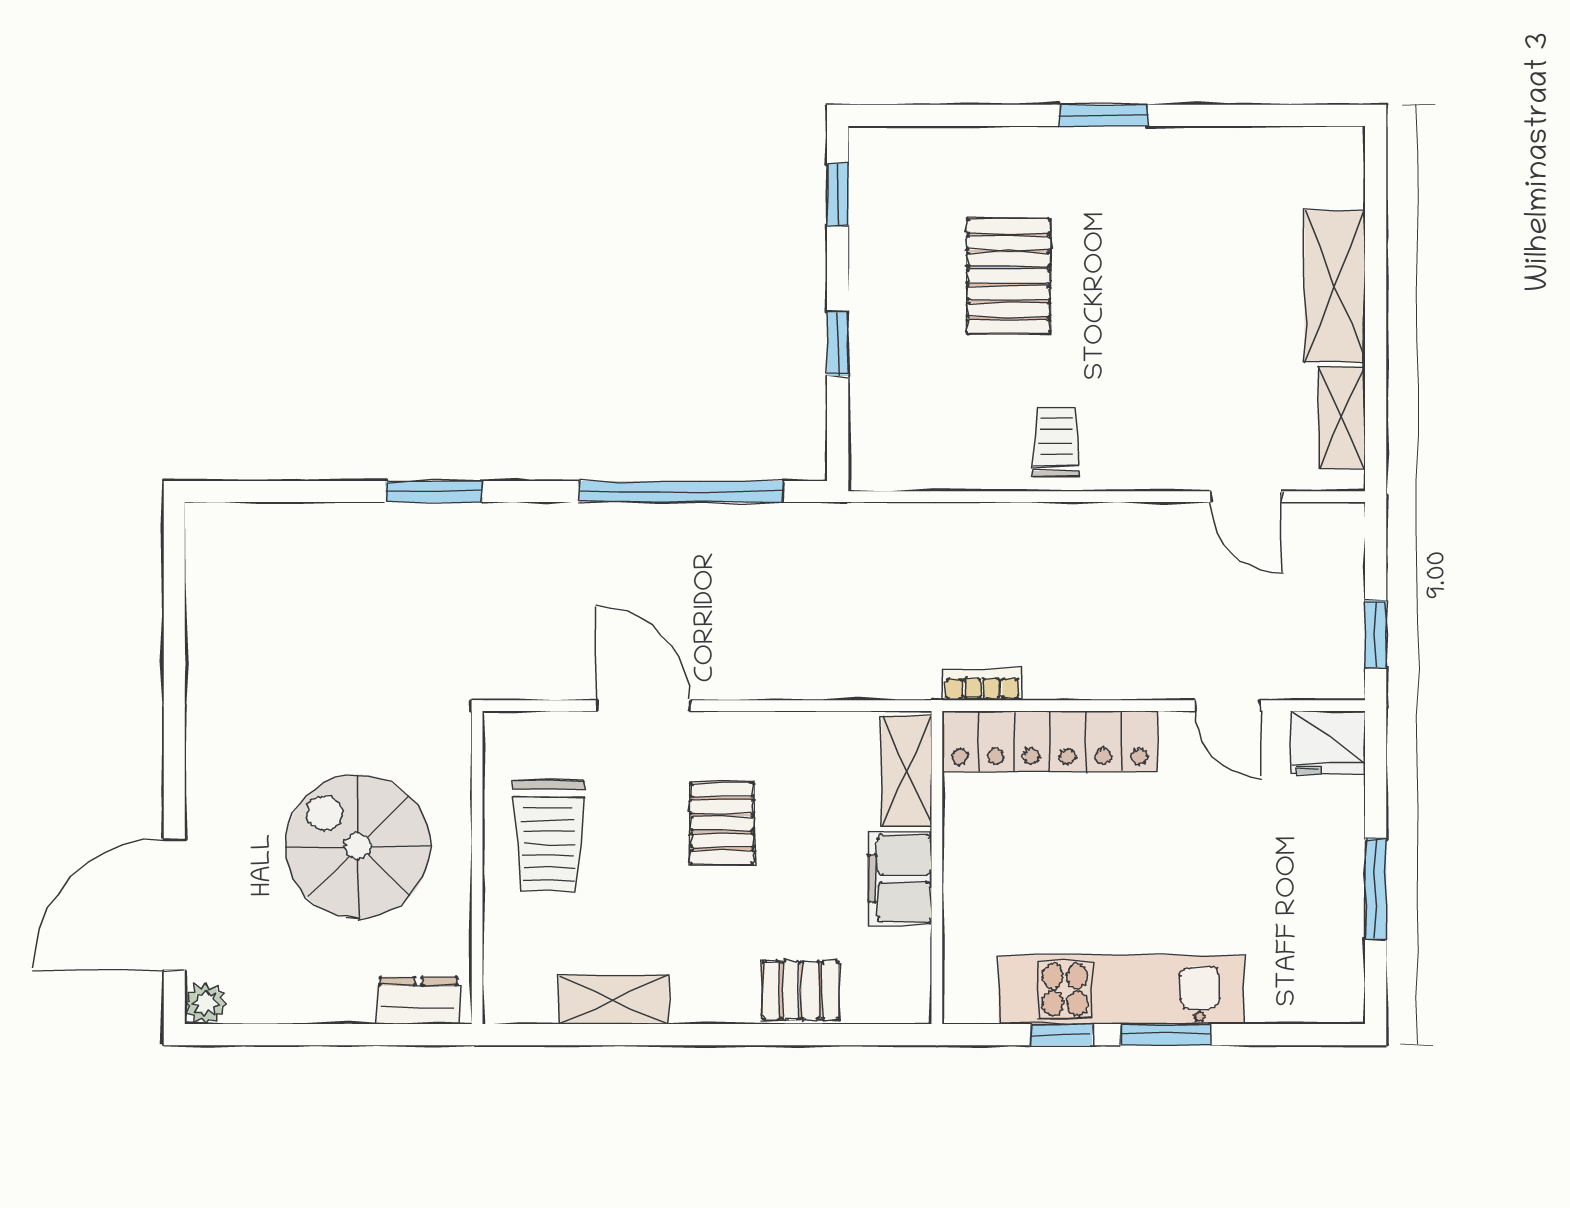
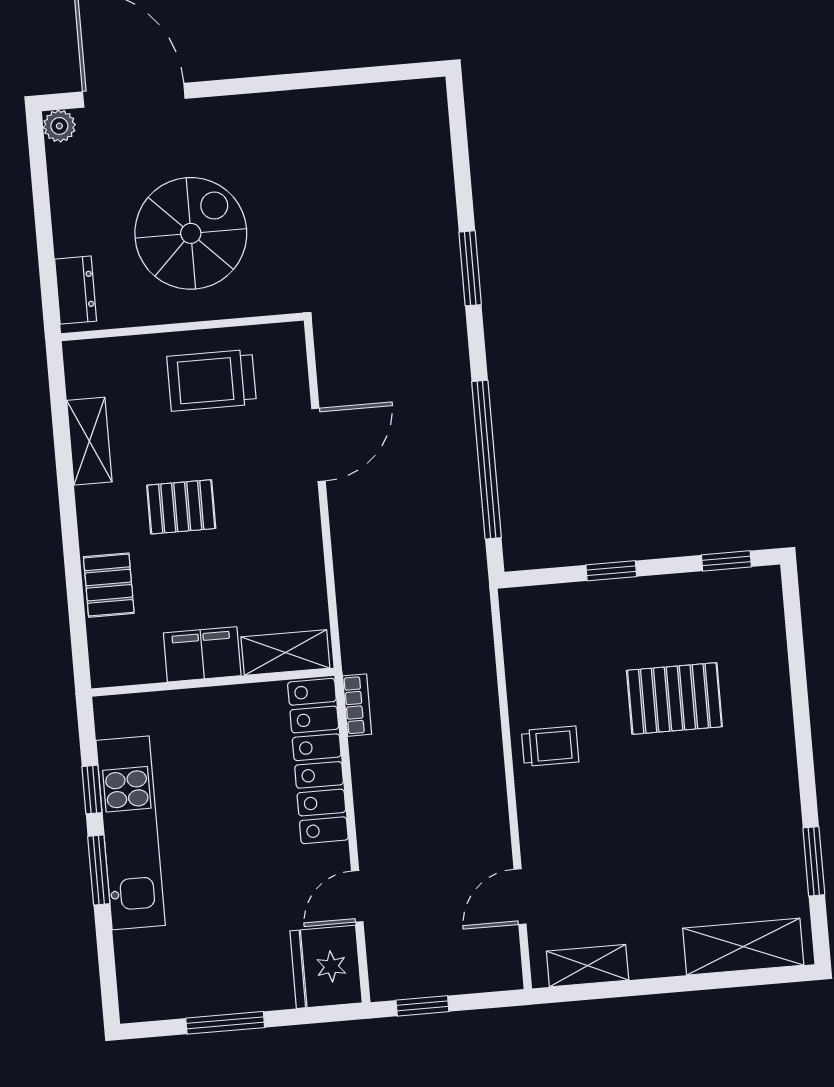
window: (1103, 115) -> (814, 861), moved
shelving: (1335, 286) -> (743, 947), moved
fridge: (1328, 743) -> (326, 967), width x1.36, depth x1.34
pallet: (722, 824) -> (181, 507), moved

